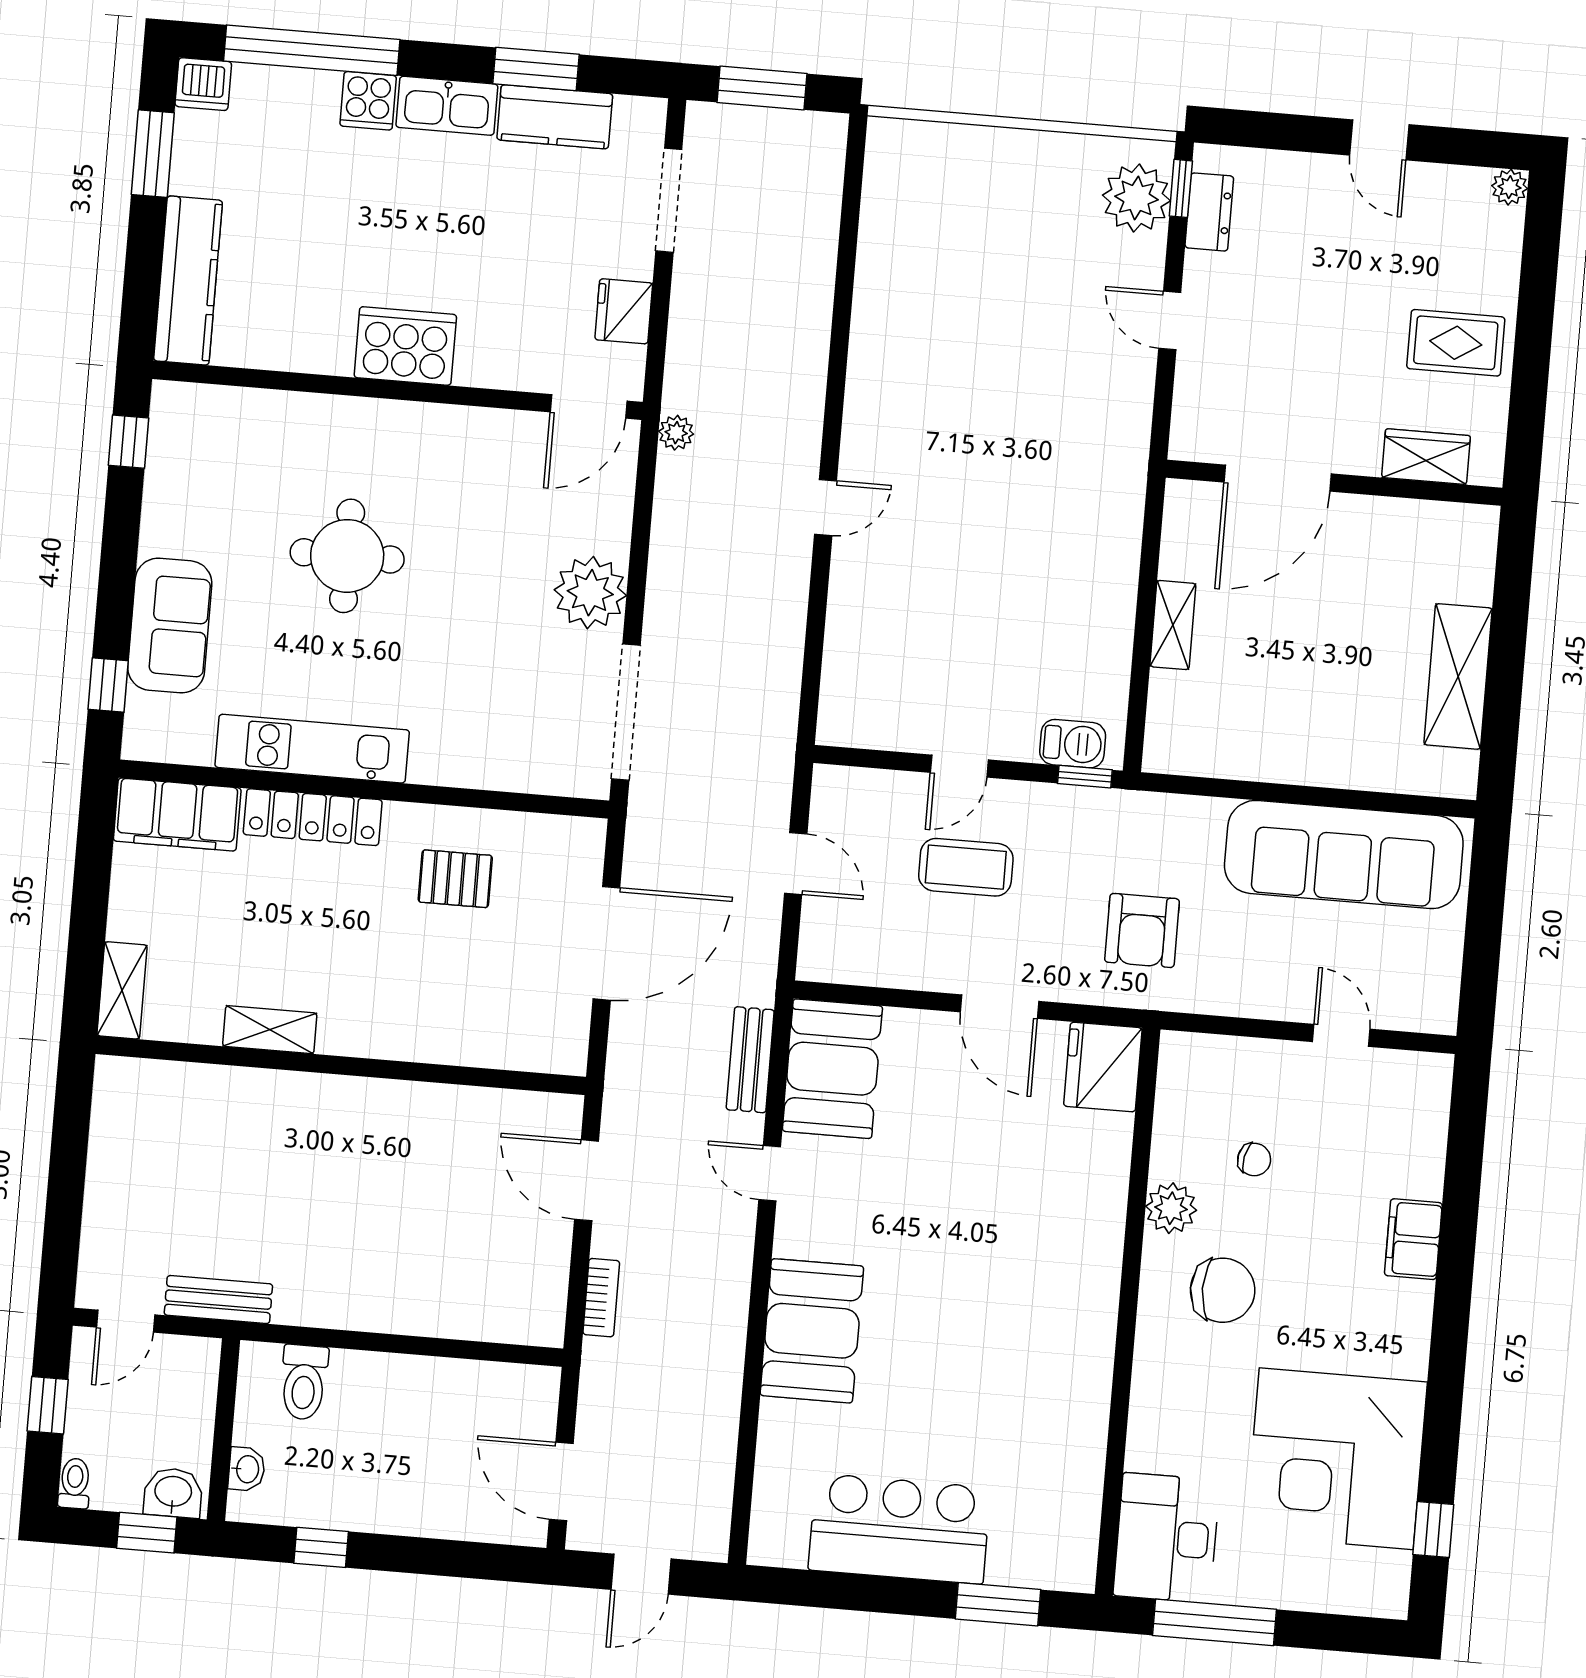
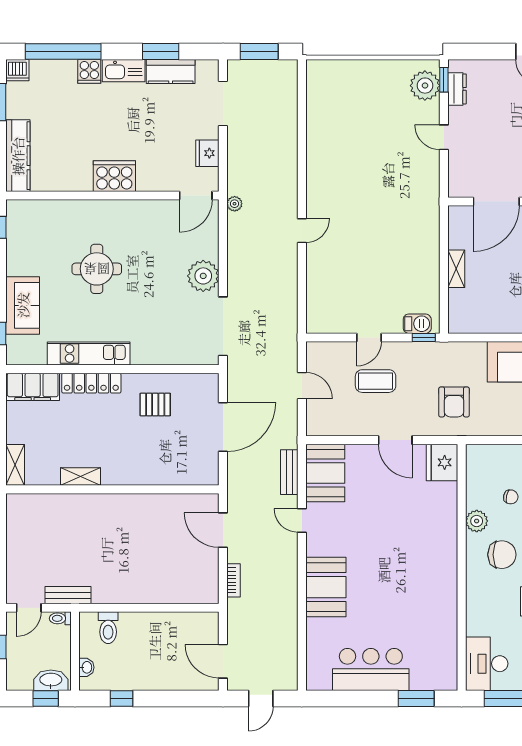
toilet: (75, 1483) -> (60, 618), moved, turned -90
washbasin: (173, 1493) -> (51, 680), width x1.38

